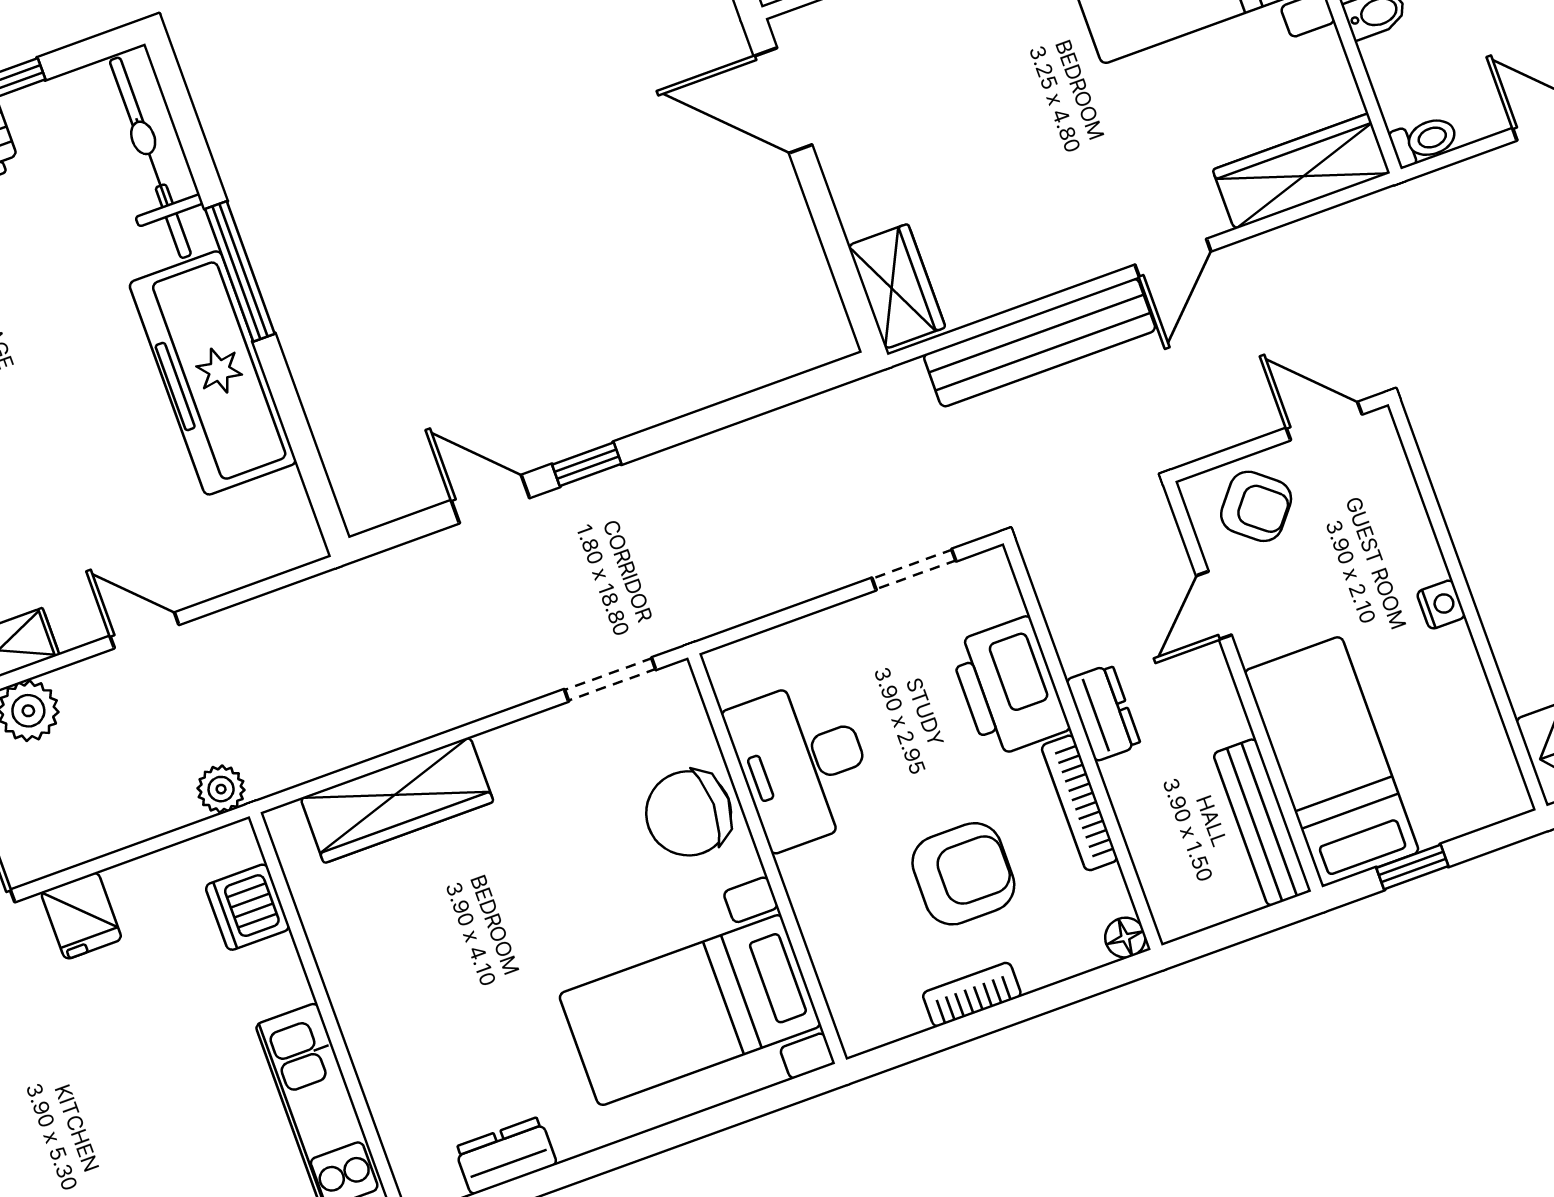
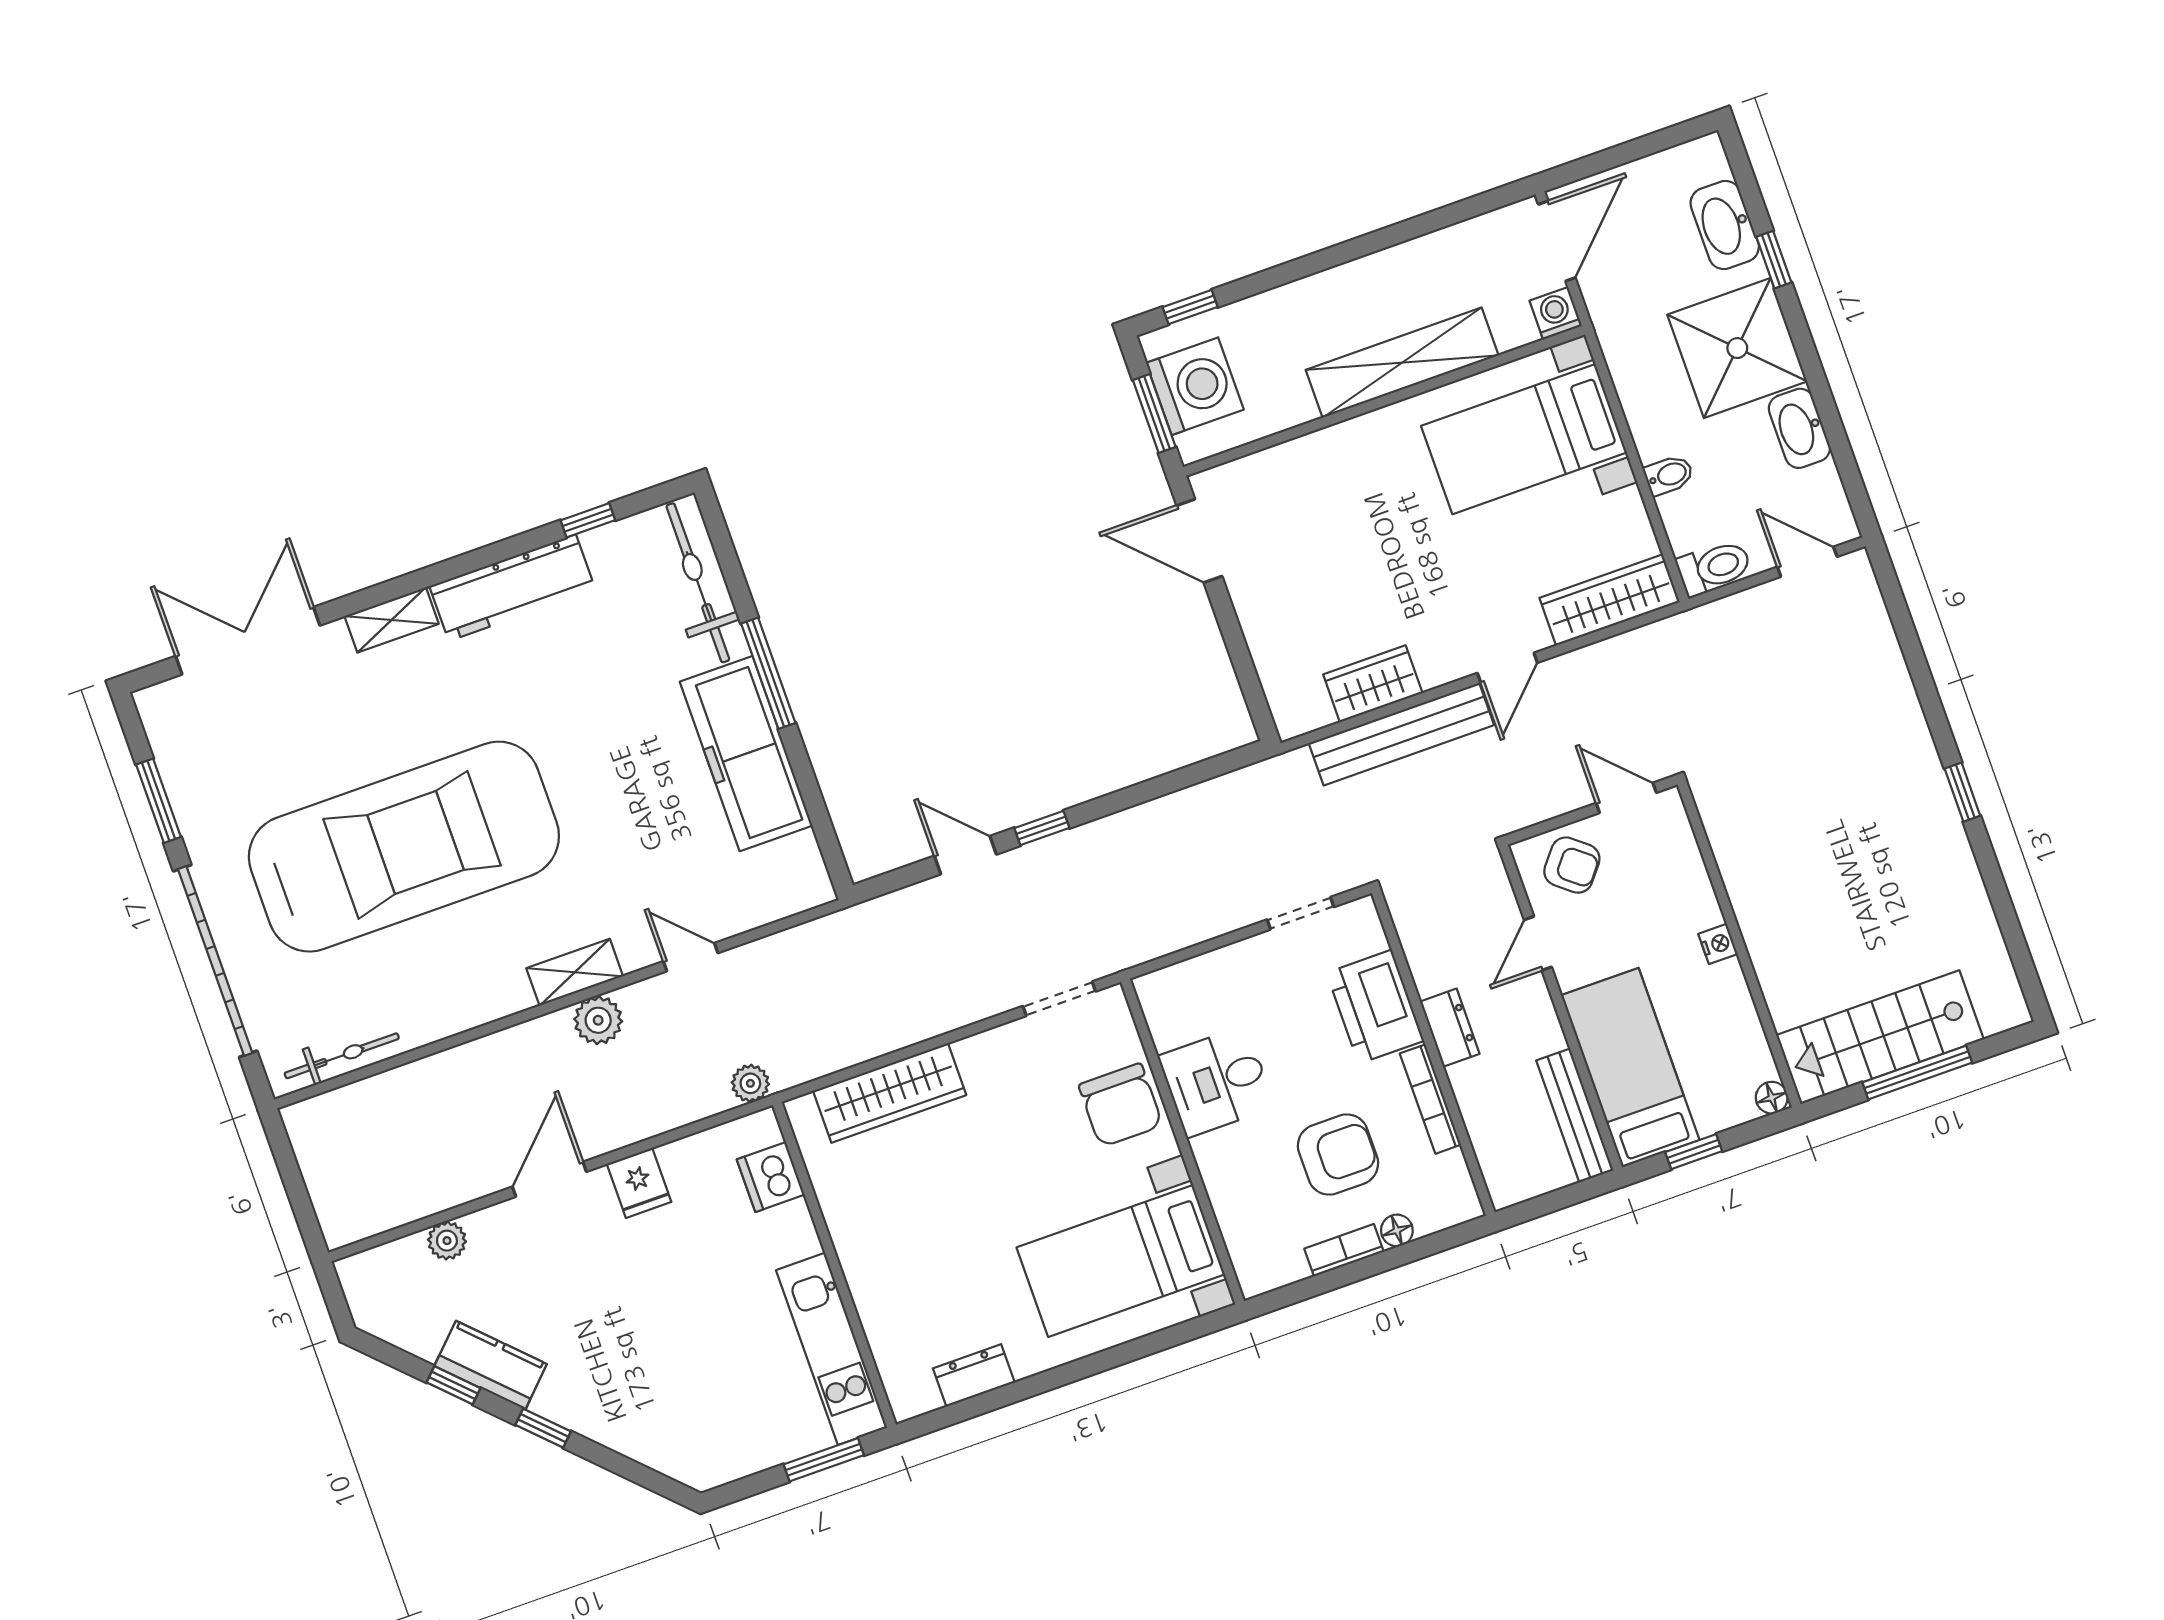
toilet: (1424, 141) -> (1714, 568), width x1.37, depth x1.39
wardrobe: (897, 286) -> (1373, 684), moved, turned -90
desk: (802, 763) -> (1216, 1082), width x0.73
floor lamp: (1510, 798) -> (1772, 1098), added
chair: (689, 813) -> (1121, 1105), turned -90
floor lamp: (1125, 938) -> (1397, 1230), moved

